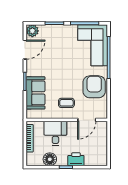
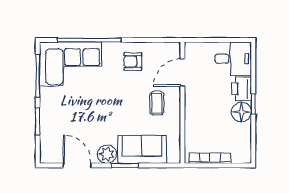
plant: (32, 31) -> (107, 154), moved
armchair: (94, 87) -> (133, 62), width x0.53, depth x0.53
door: (87, 120) -> (182, 73), swing flipped
desk: (55, 133) -> (233, 59), moved, turned 180
floor lamp: (50, 159) -> (241, 112), moved

